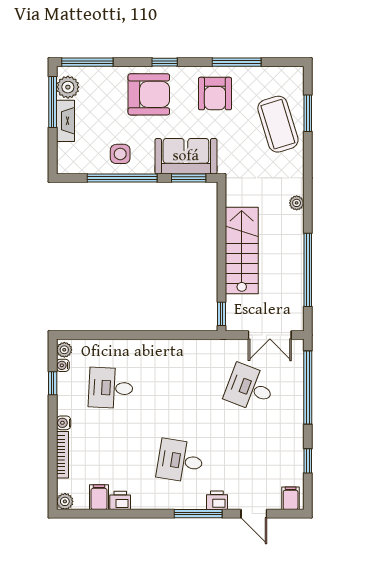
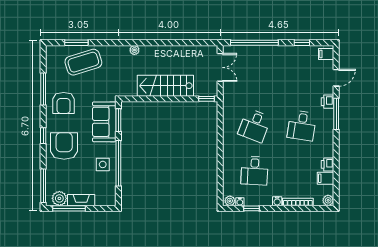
armchair: (215, 94) -> (64, 103), turned 90
window: (308, 270) -> (178, 43), removed
desk: (250, 388) -> (254, 126), moved

